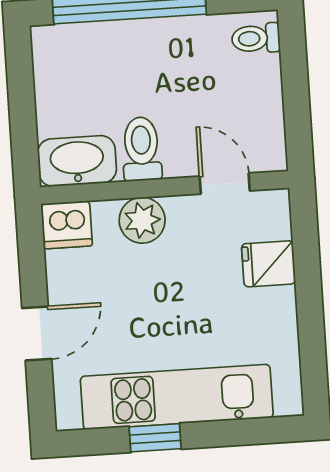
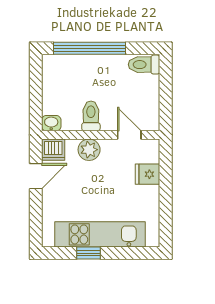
toilet: (256, 38) -> (144, 65), width x1.37, depth x1.39
washbasin: (77, 161) -> (51, 123), width x0.52, depth x0.69
door: (37, 333) -> (36, 176), moved

